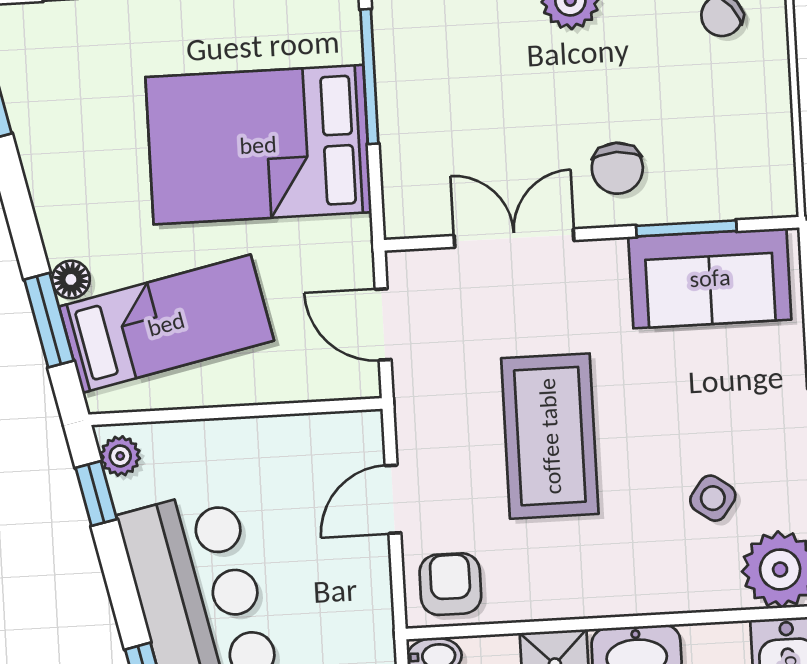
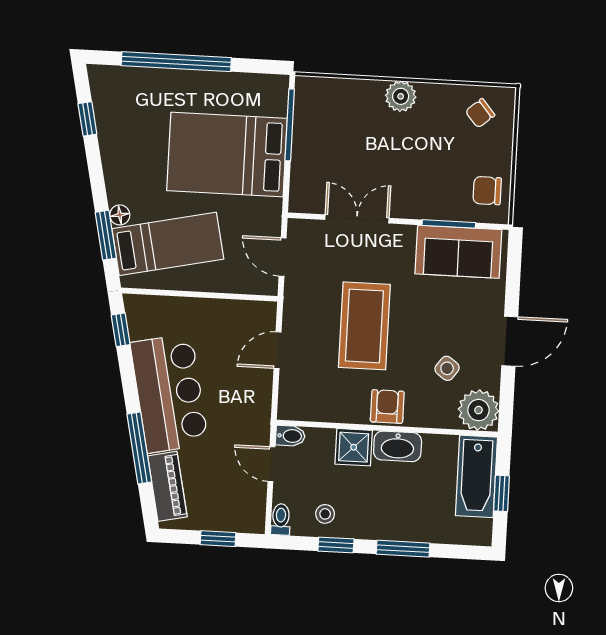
chair: (617, 168) -> (487, 191), moved, turned 90
plant: (120, 456) -> (136, 311), removed
armchair: (450, 584) -> (387, 407), moved

